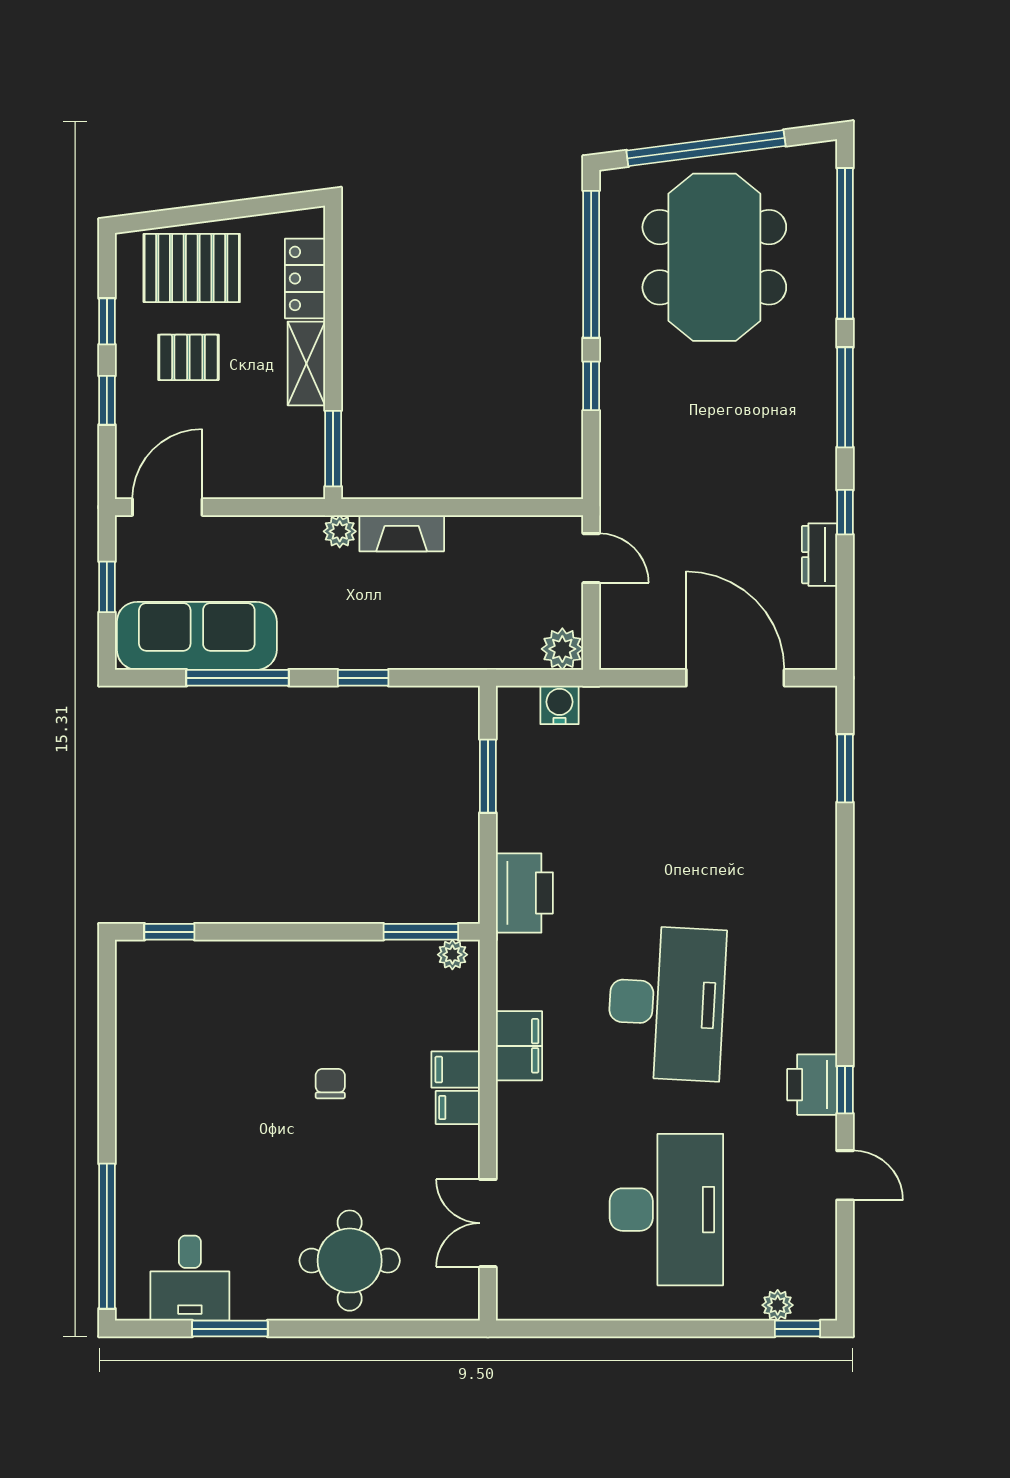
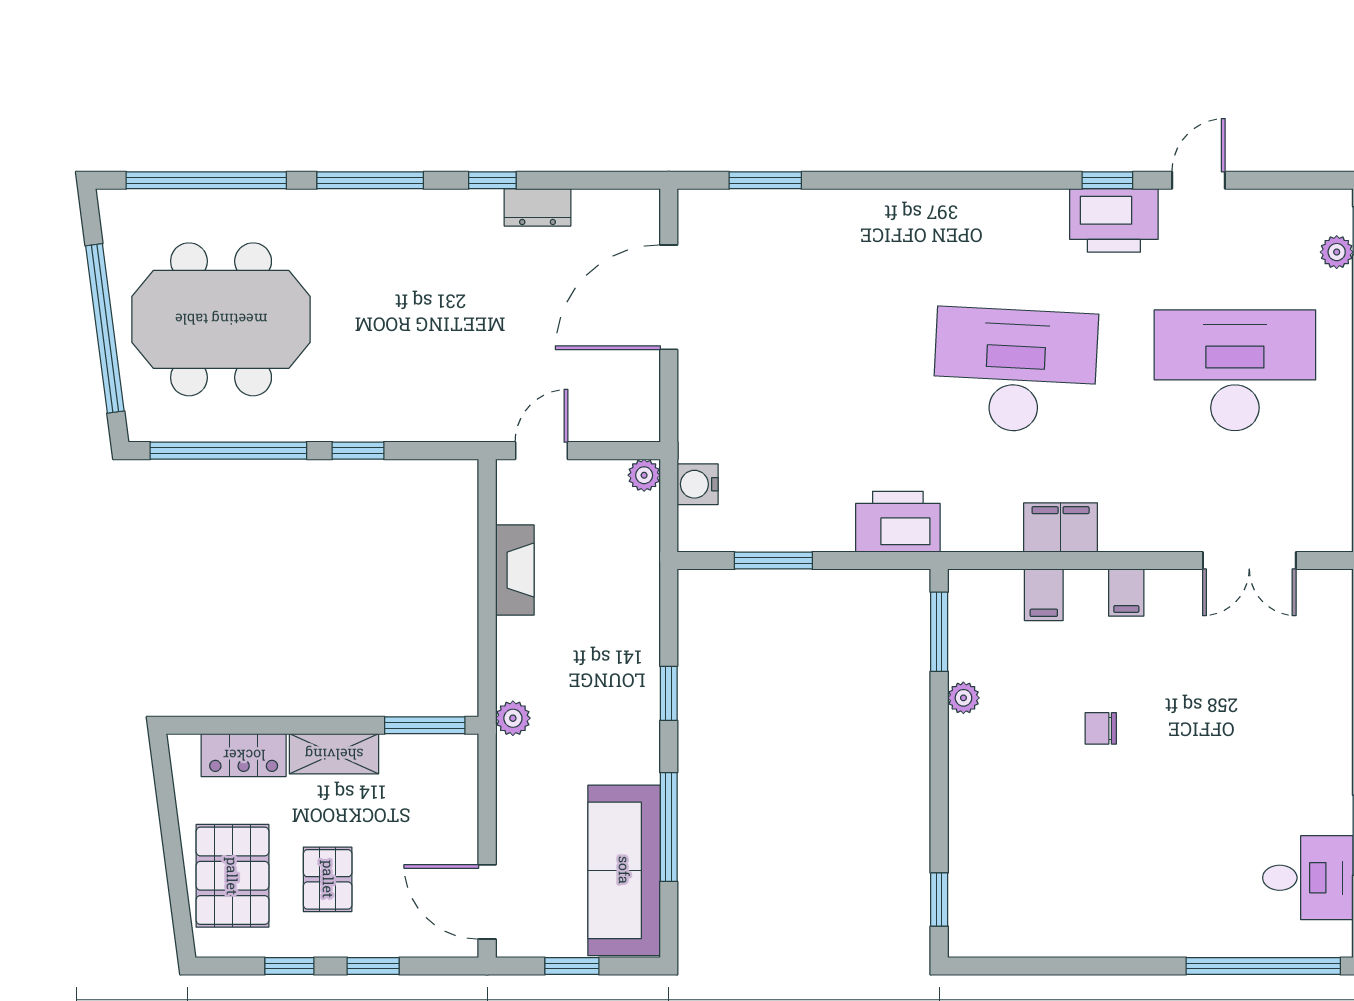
fireplace: (402, 533) -> (515, 570), moved
plant: (562, 649) -> (644, 475), width x0.73, depth x0.73
plant: (452, 955) -> (963, 698), moved
filing cabinet: (456, 1070) -> (1044, 595), moved
printer: (812, 1085) -> (1114, 220), width x1.37, depth x1.19
round table: (350, 1261) -> (1289, 708), removed

